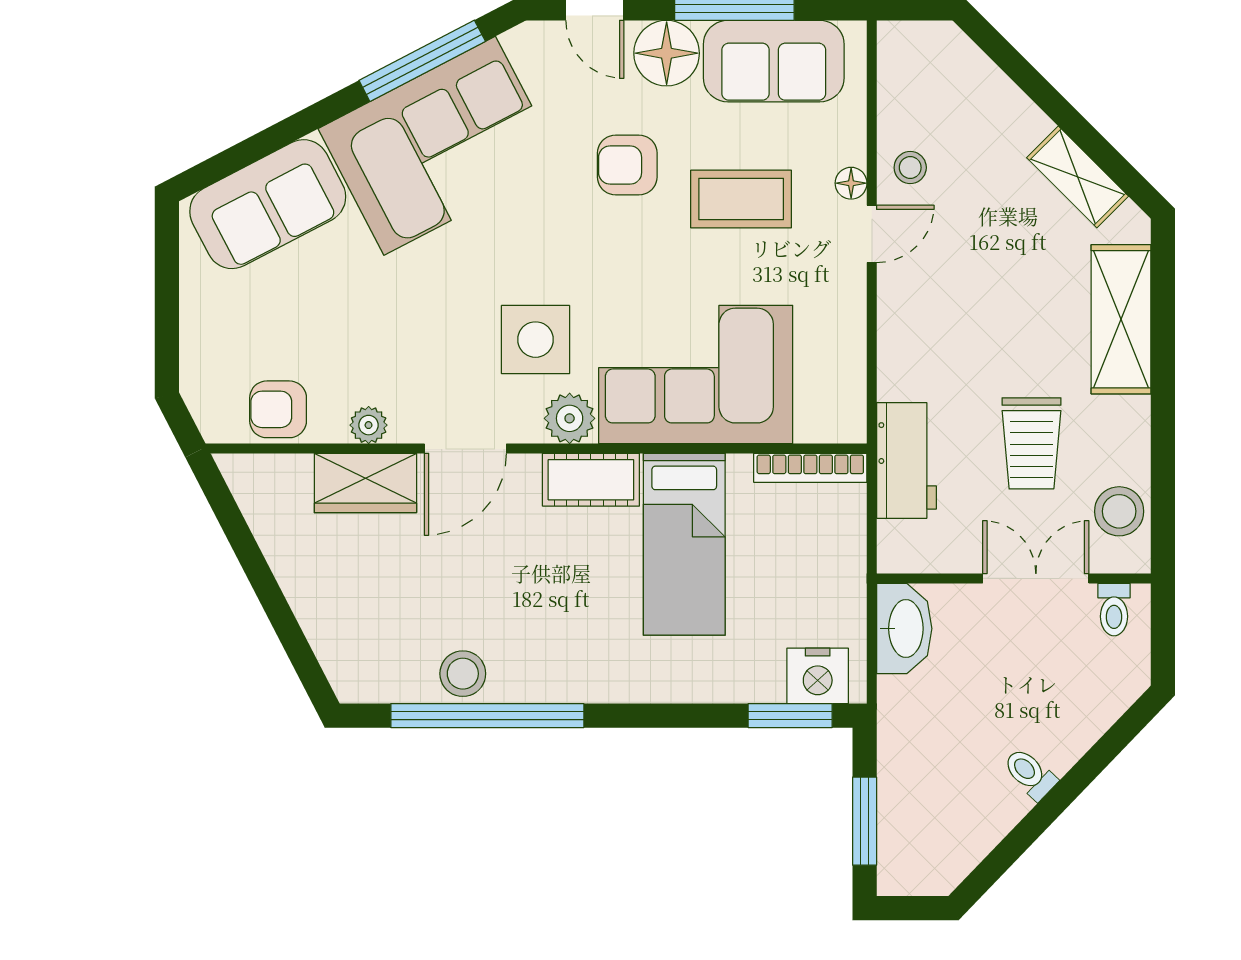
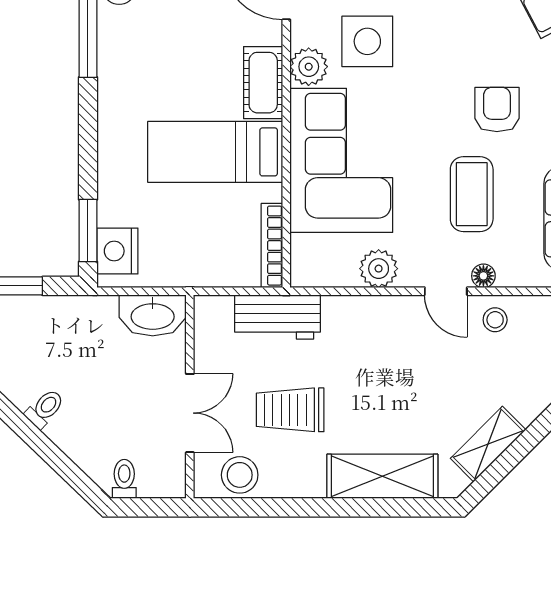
plant: (841, 324) -> (379, 269), added
toilet: (1114, 610) -> (124, 479), moved, turned 90

